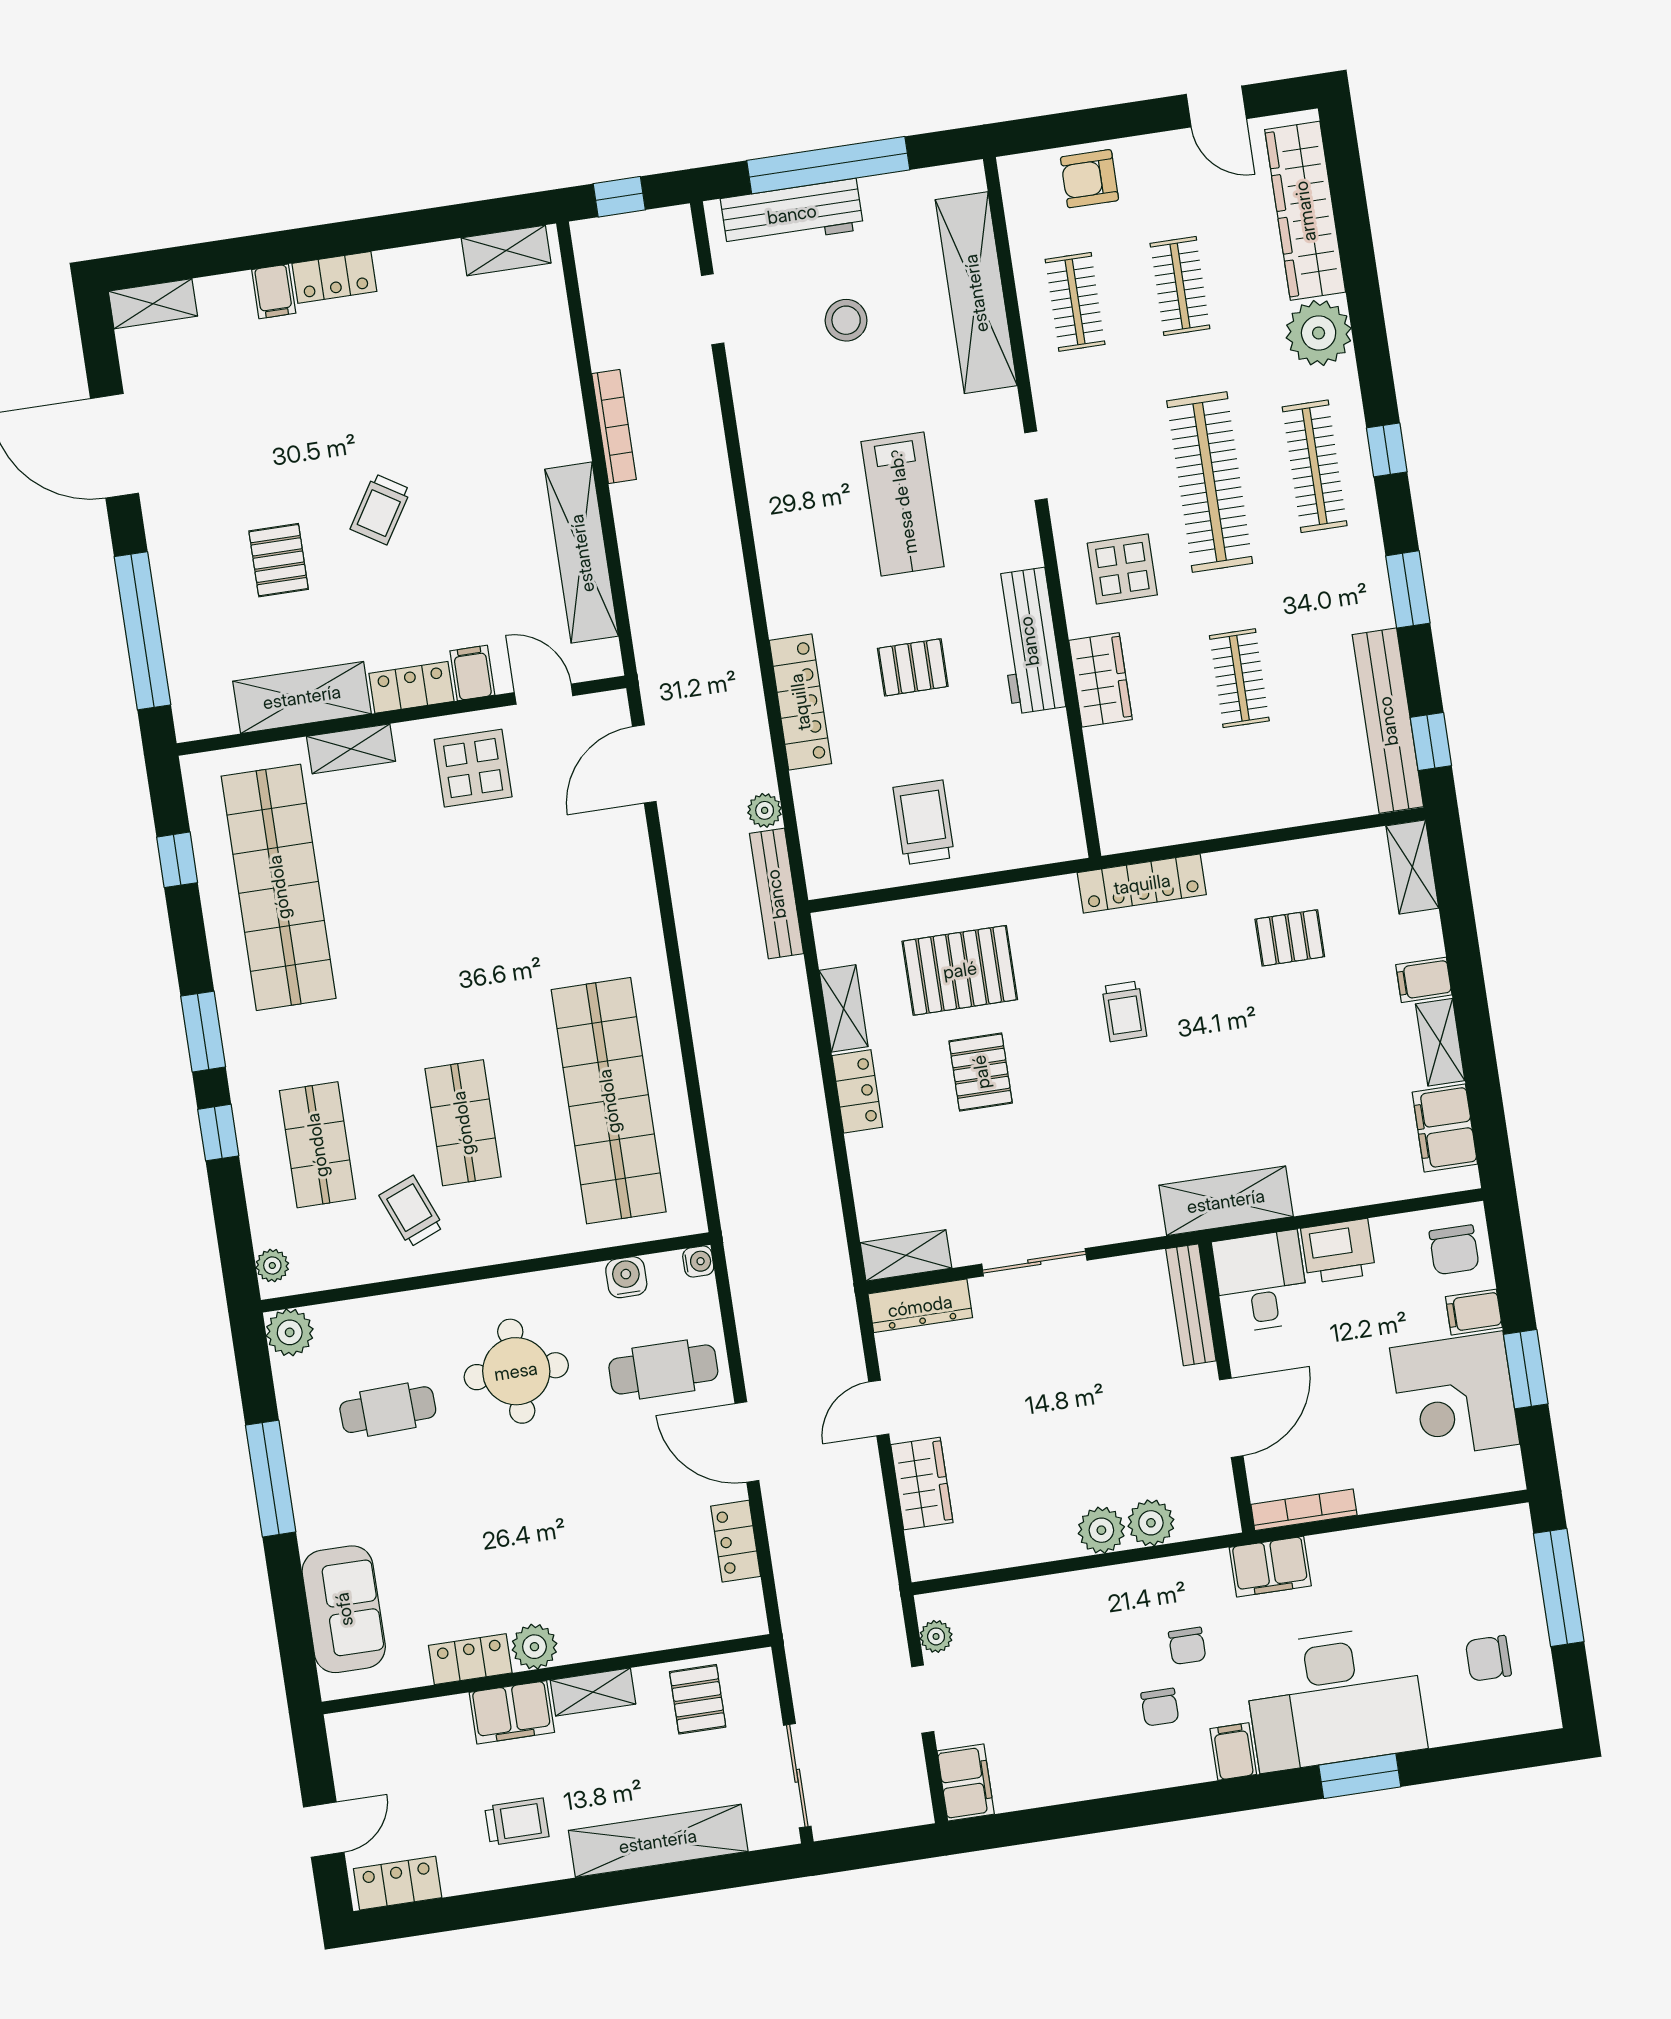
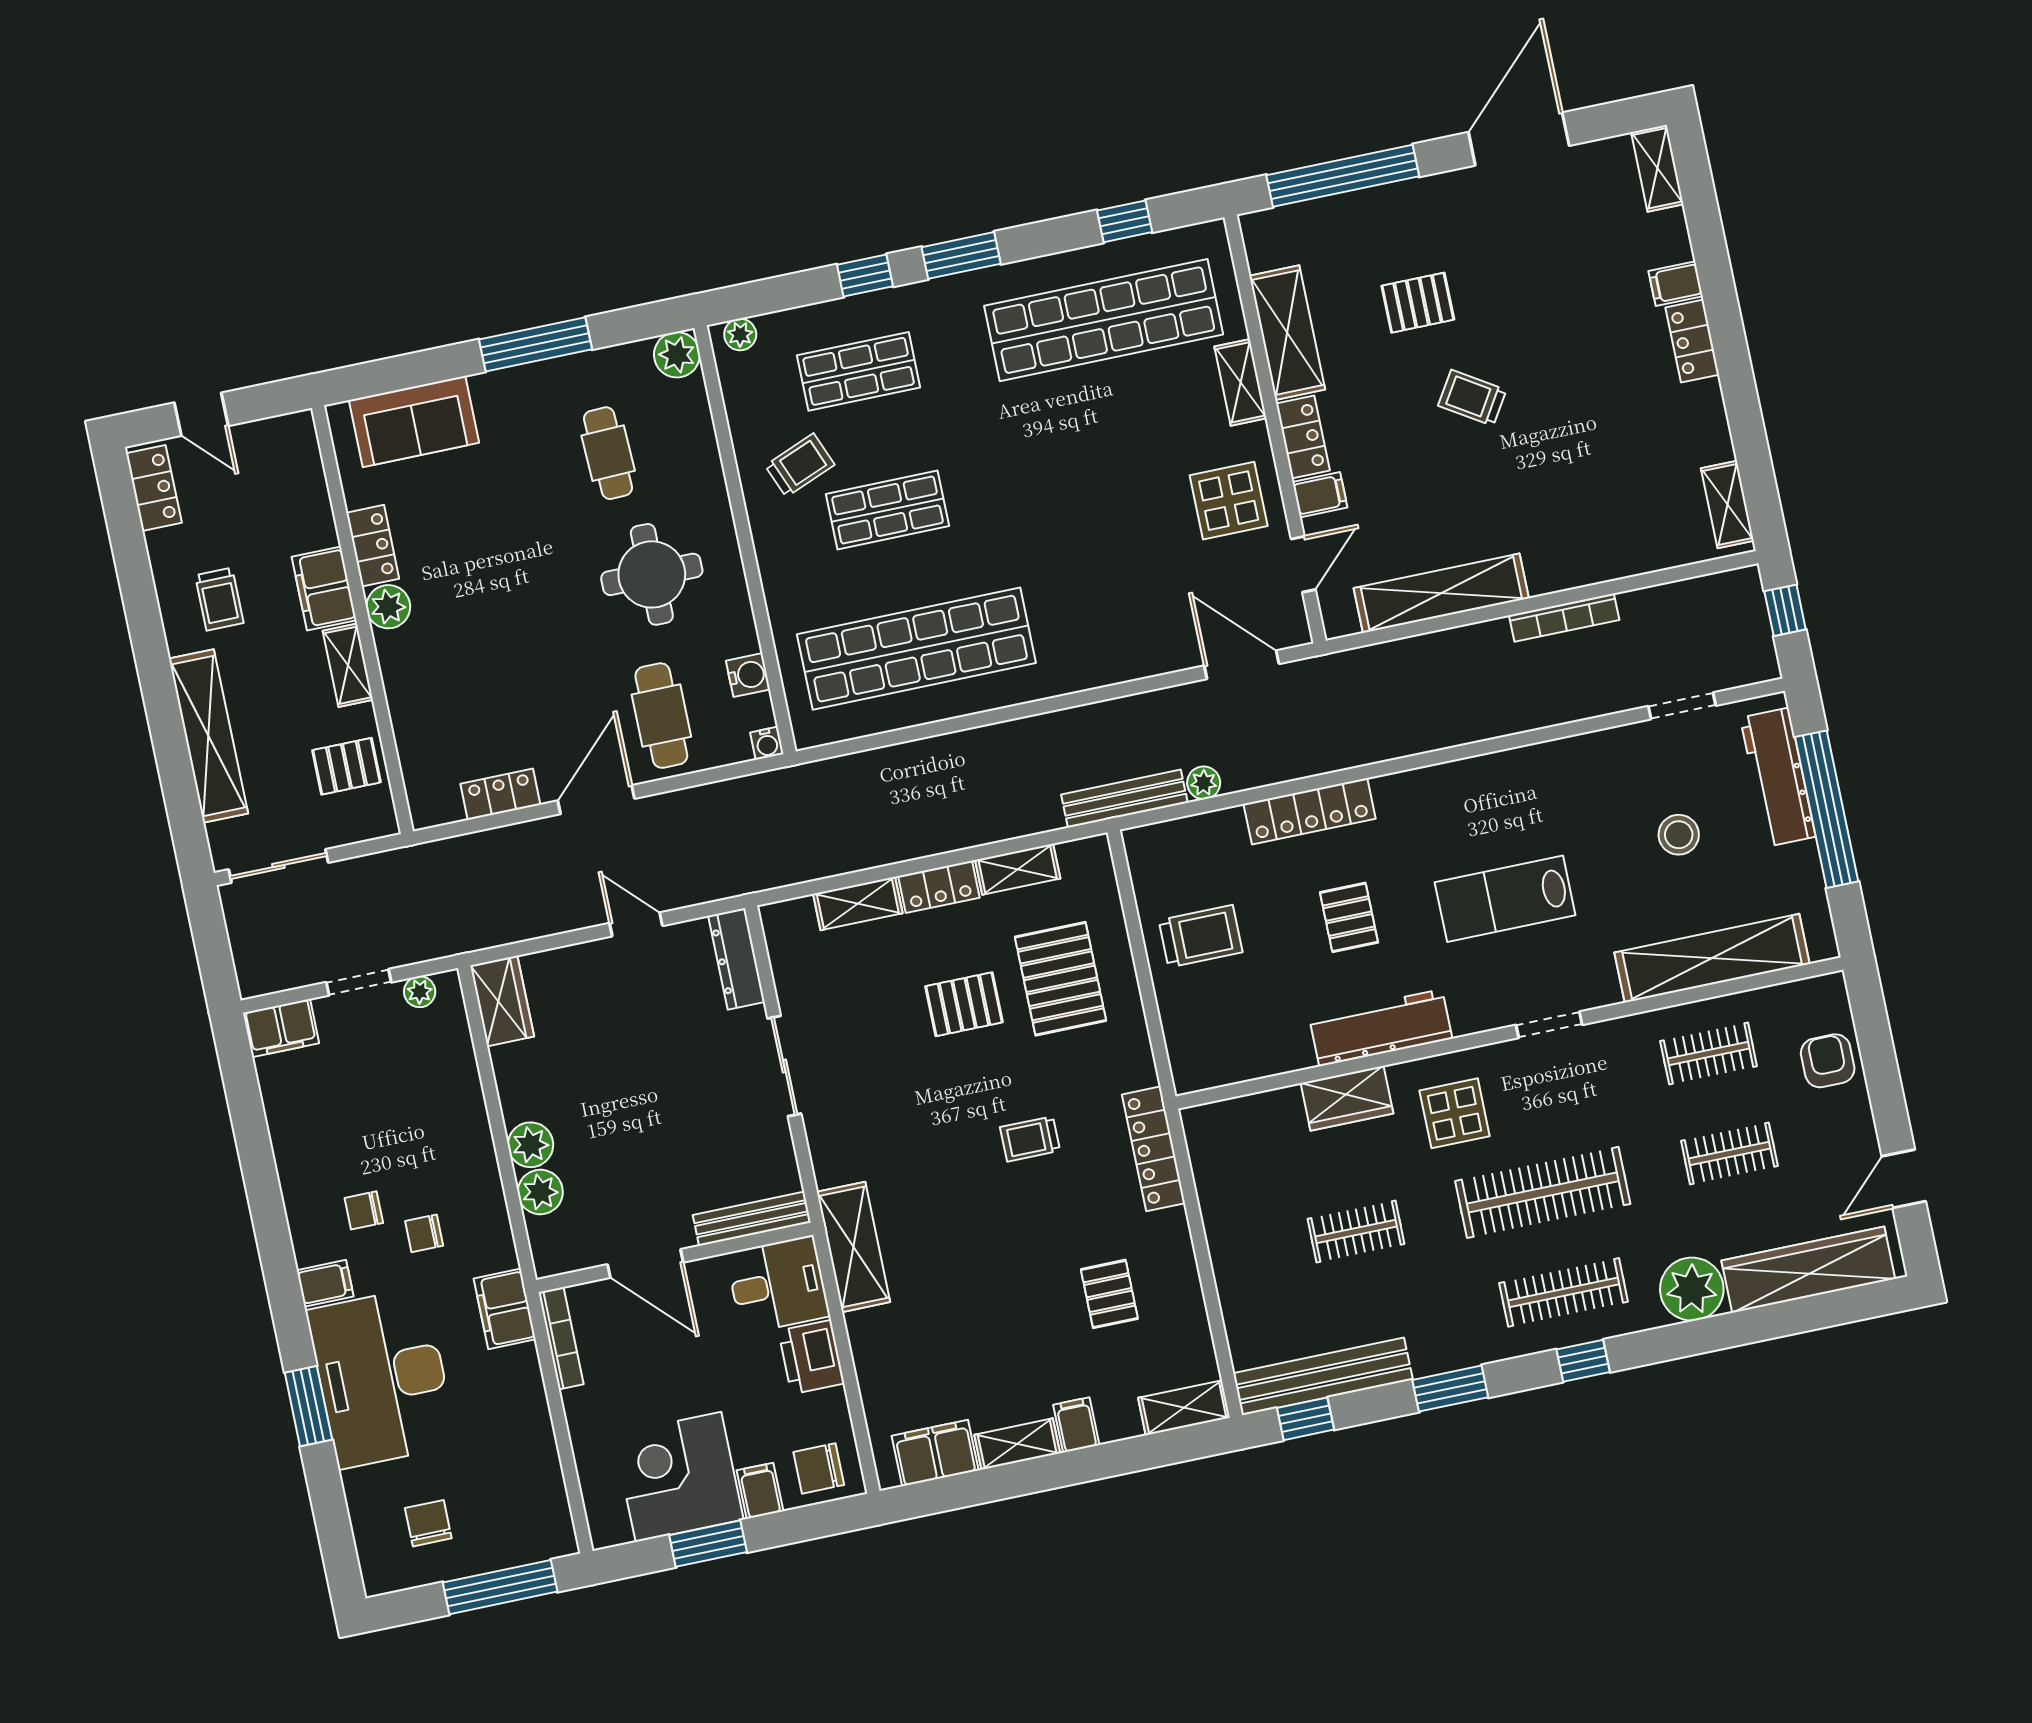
shelving: (906, 1255) -> (858, 903), moved, turned 90
wardrobe: (922, 1484) -> (502, 1001), moved, turned -90

